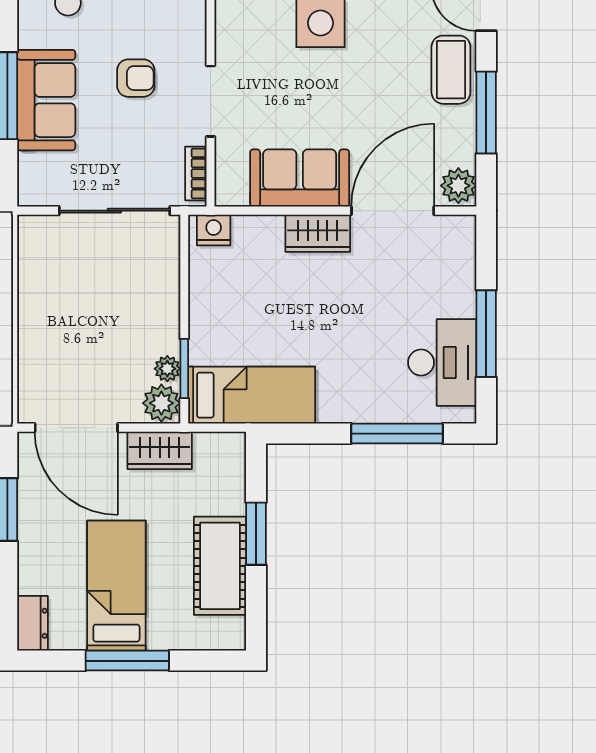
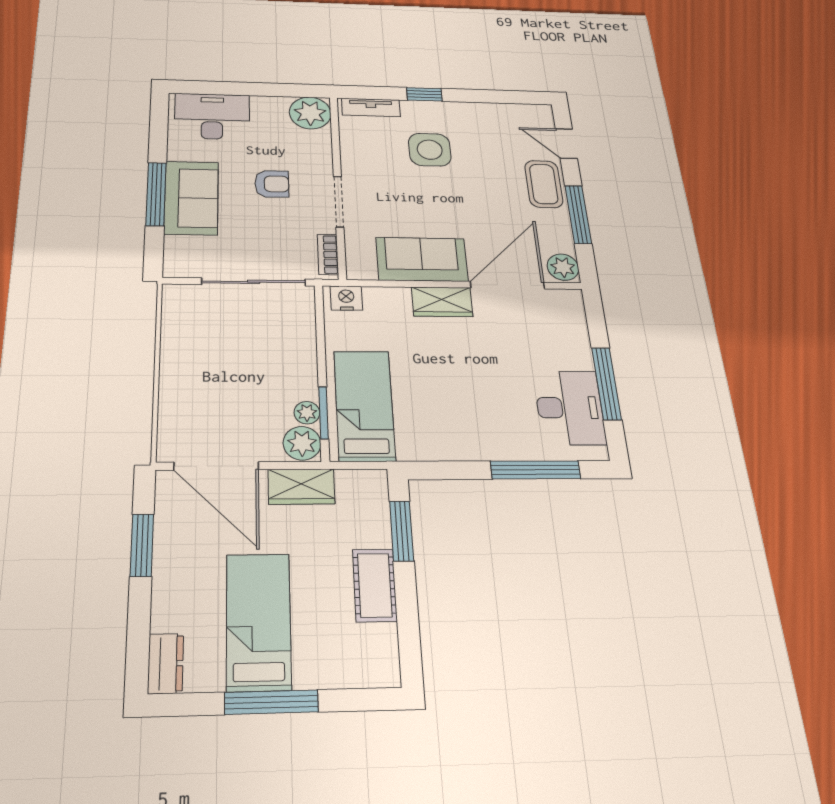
bed: (252, 395) -> (364, 405), moved, turned -90
window: (256, 534) -> (402, 531), moved
cot: (220, 566) -> (375, 585), width x0.73, depth x0.75

